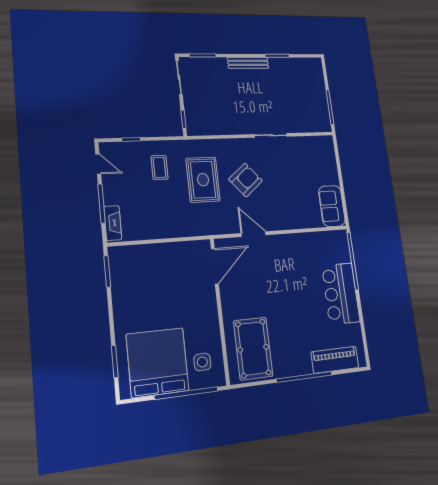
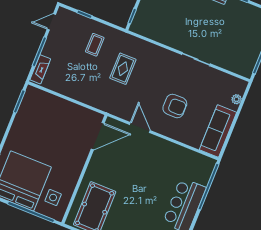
plant: (331, 158) -> (237, 99), added
door: (98, 164) -> (51, 22), swing flipped
rug: (203, 180) -> (123, 69), width x0.73, depth x0.70
armchair: (246, 180) -> (175, 106), moved, turned 40
sofa: (332, 206) -> (218, 131), width x1.36

